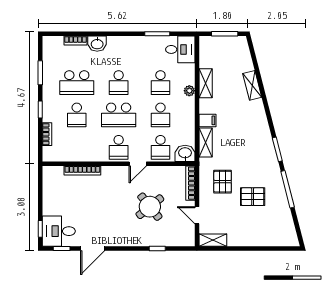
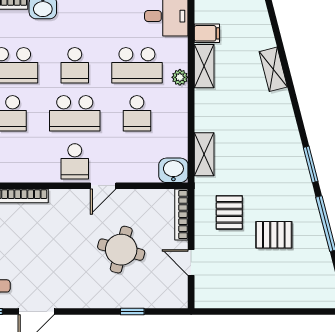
school desk: (160, 83) -> (137, 65), width x1.85
filing cabinet: (208, 120) -> (207, 33), moved
school desk: (160, 147) -> (137, 161), removed
round table: (150, 207) -> (121, 250), turned -36
shelving: (213, 240) -> (215, 299), removed

